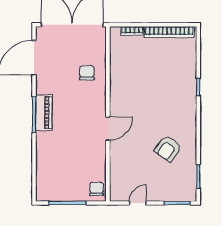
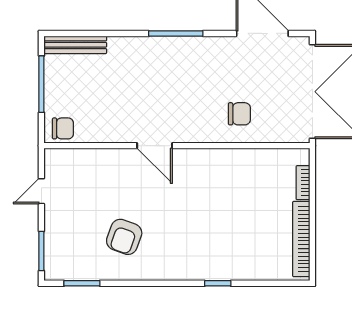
piano: (44, 113) -> (179, 48), removed
armchair: (168, 149) -> (124, 237), turned -106
bench: (42, 181) -> (75, 45), added
door: (138, 203) -> (41, 191), swing flipped

